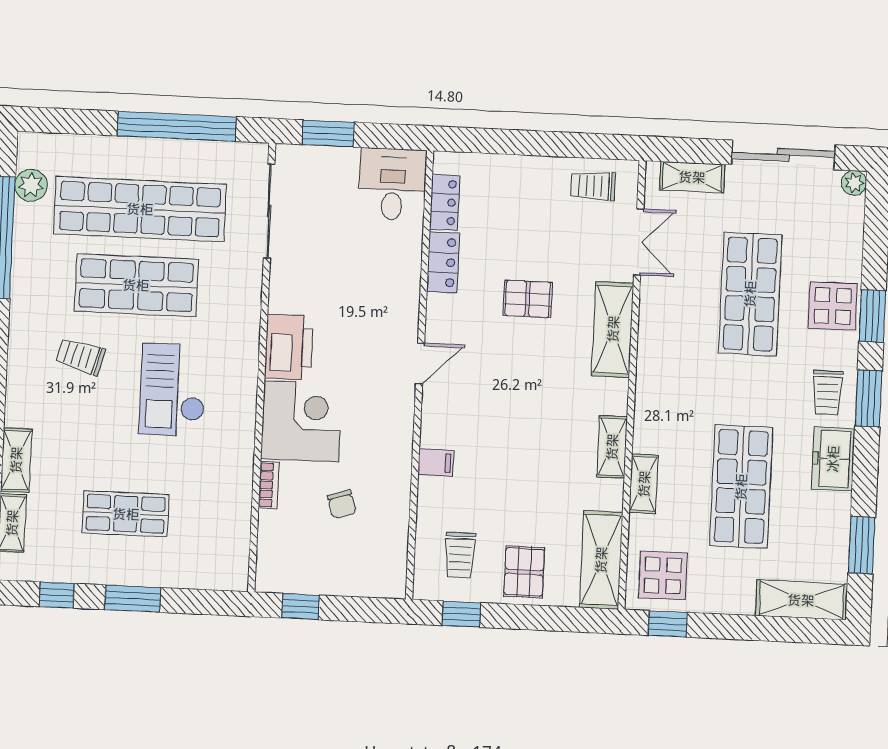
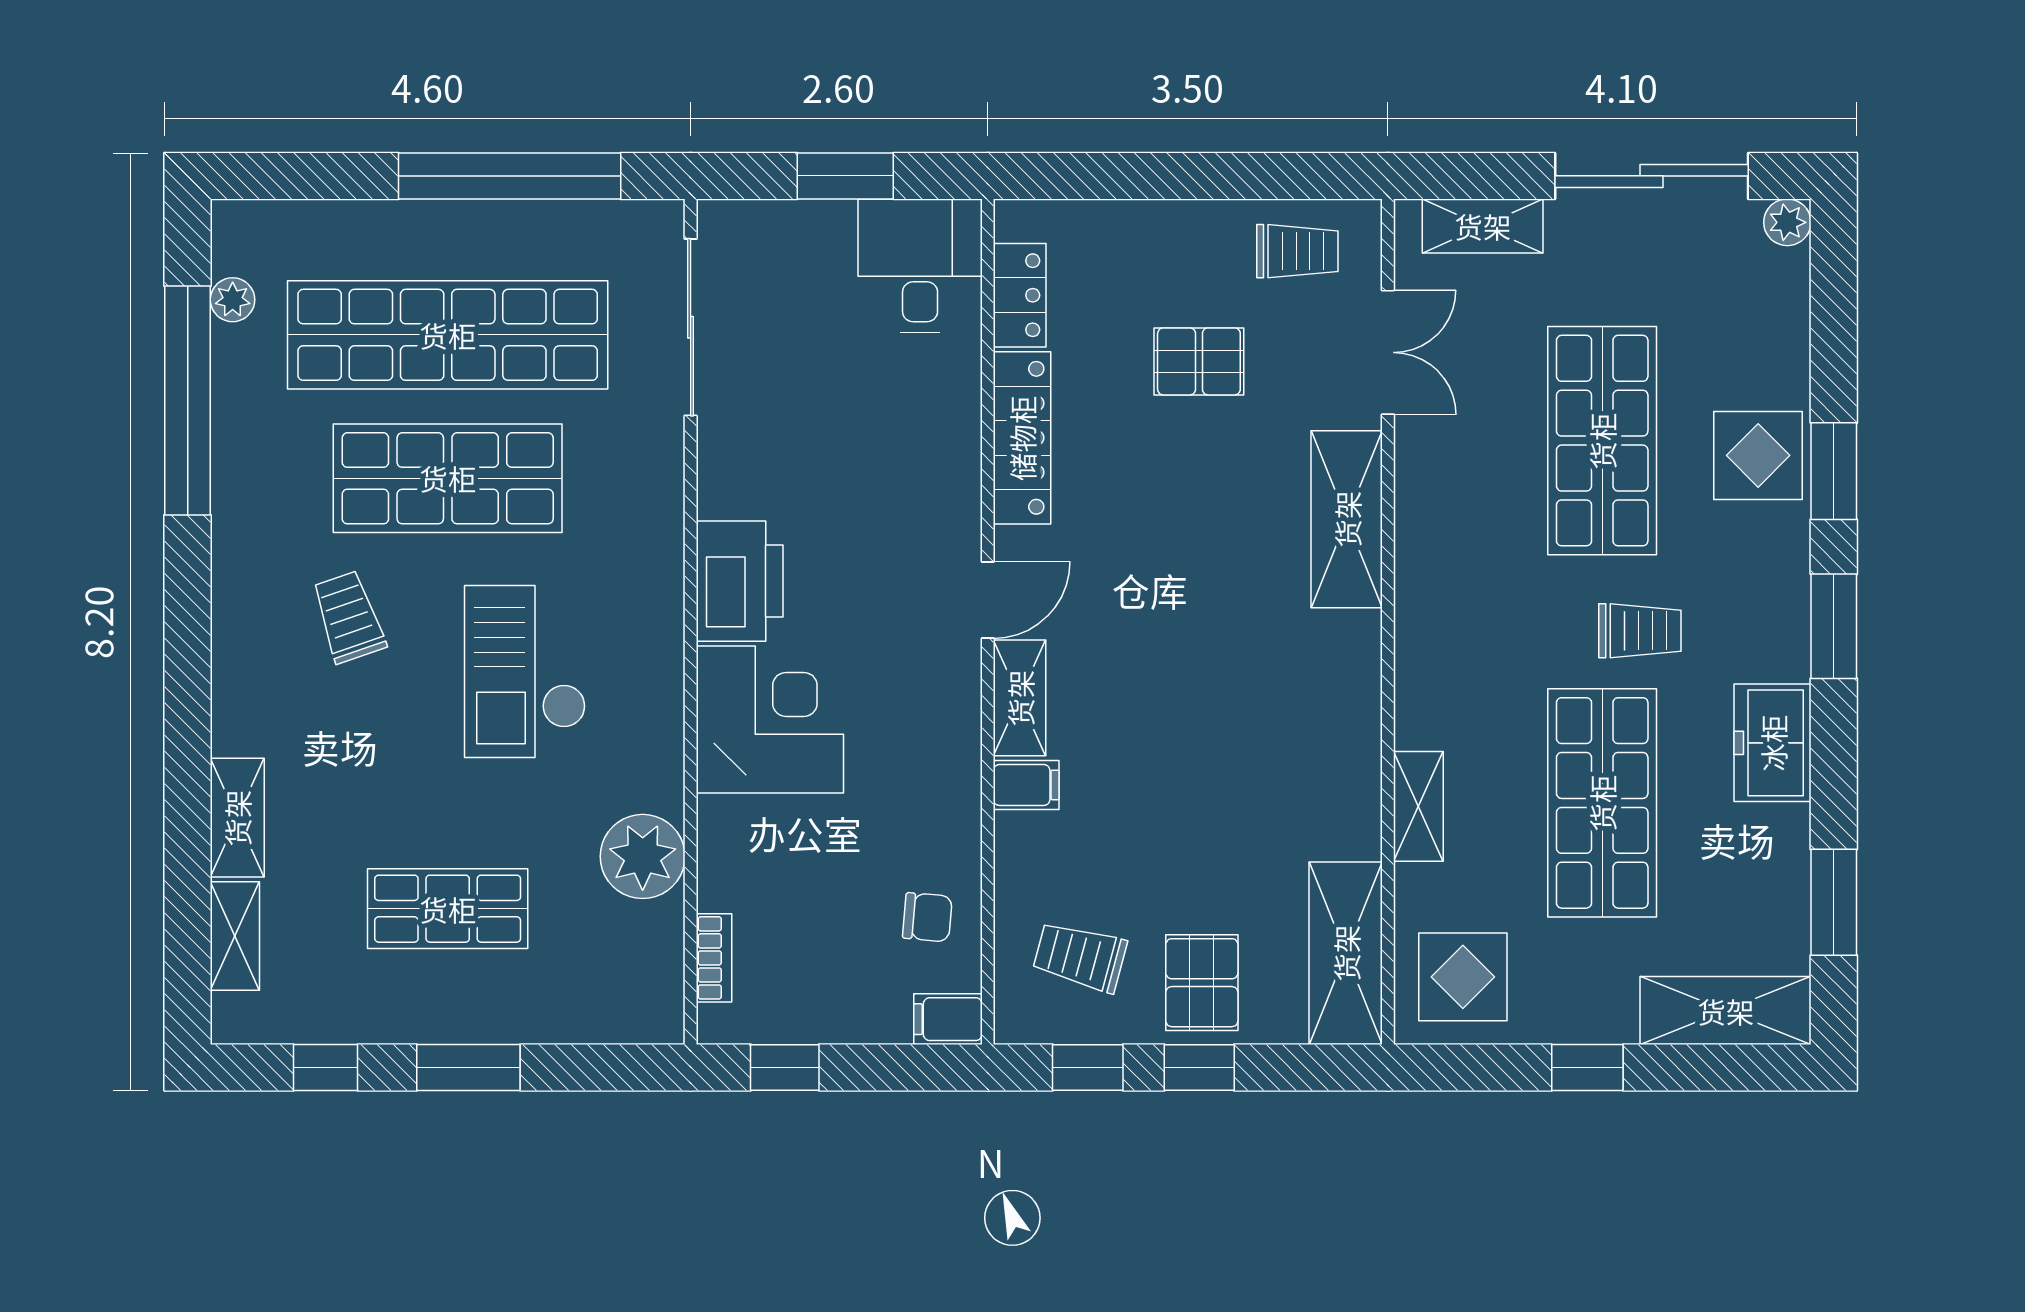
window: (328, 133) -> (845, 176), moved
plant: (31, 185) -> (233, 300), width x0.73, depth x0.73
trolley: (593, 186) -> (1297, 251), turned 180
locker: (443, 262) -> (1022, 438), width x1.53
pallet: (528, 299) -> (1199, 361), moved
trolley: (80, 356) -> (349, 617), turned 56
trolley: (827, 393) -> (1640, 631), moved, turned -90
shelving: (612, 447) -> (1020, 698), moved
bookcase: (269, 485) -> (714, 958), moved
plant: (230, 491) -> (643, 856), added
chair: (342, 504) -> (927, 917), moved, turned -68
trolley: (460, 555) -> (1080, 957), turned 105
filing cabinet: (388, 585) -> (948, 1019), added
window: (521, 617) -> (1199, 1068), added
window: (668, 624) -> (1587, 1068), moved

